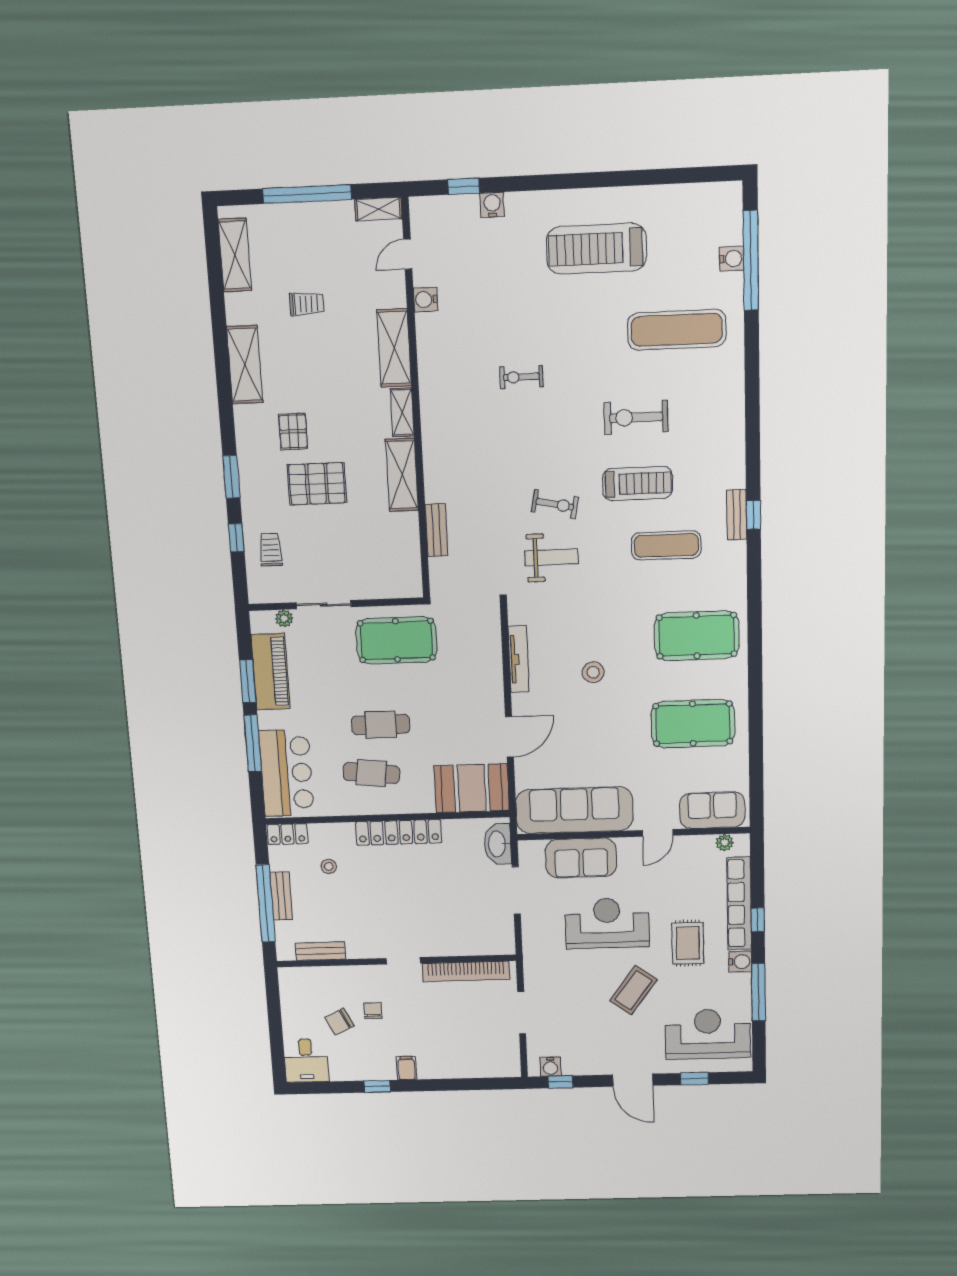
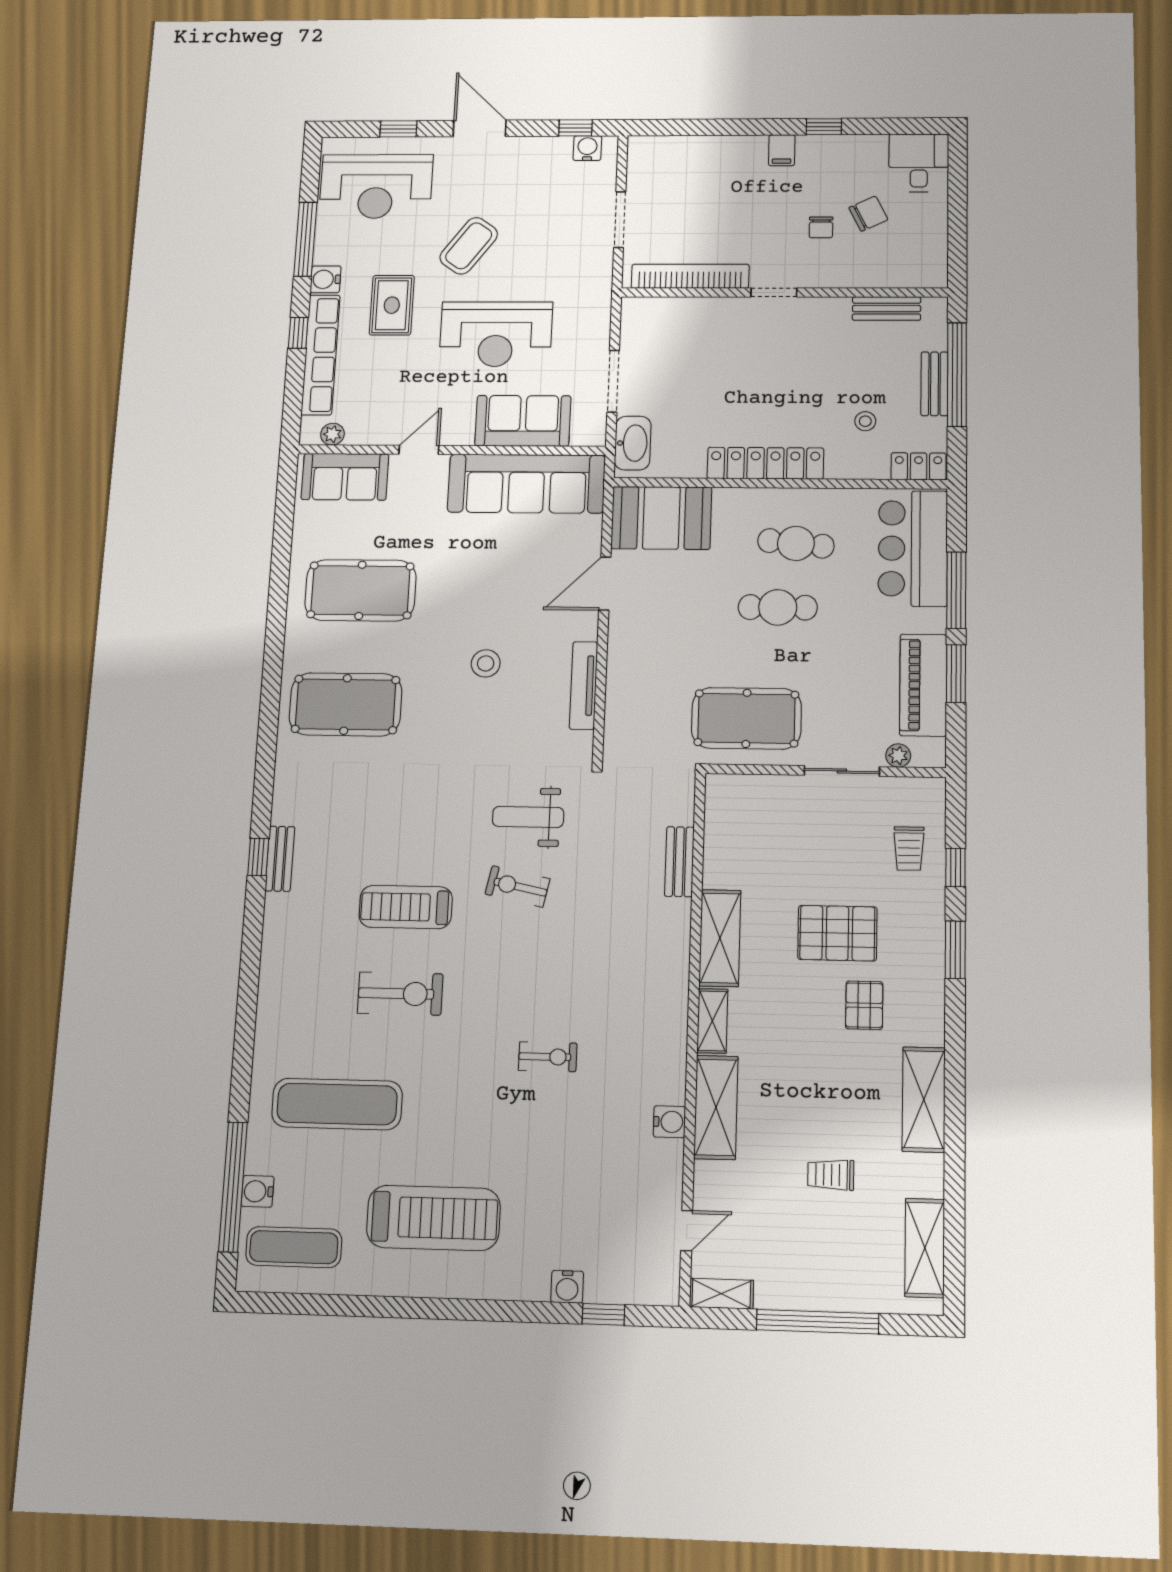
water cooler: (425, 300) -> (669, 1122), moved
exercise mat: (666, 545) -> (294, 1247), moved

